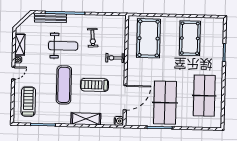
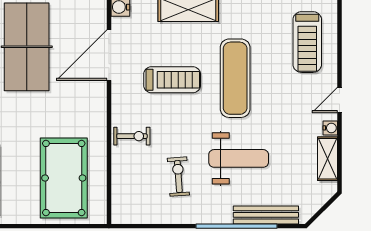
weight bench: (63, 46) -> (239, 158), turned 180

